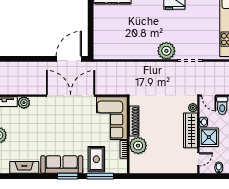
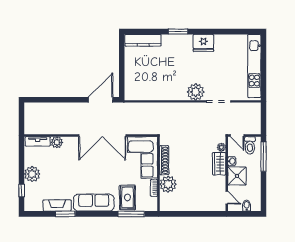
double door: (71, 96) -> (102, 136), swing flipped
wardrobe: (190, 130) -> (219, 164), width x0.67
door: (198, 159) -> (227, 198), hinge flipped
window: (68, 176) -> (65, 214), moved

